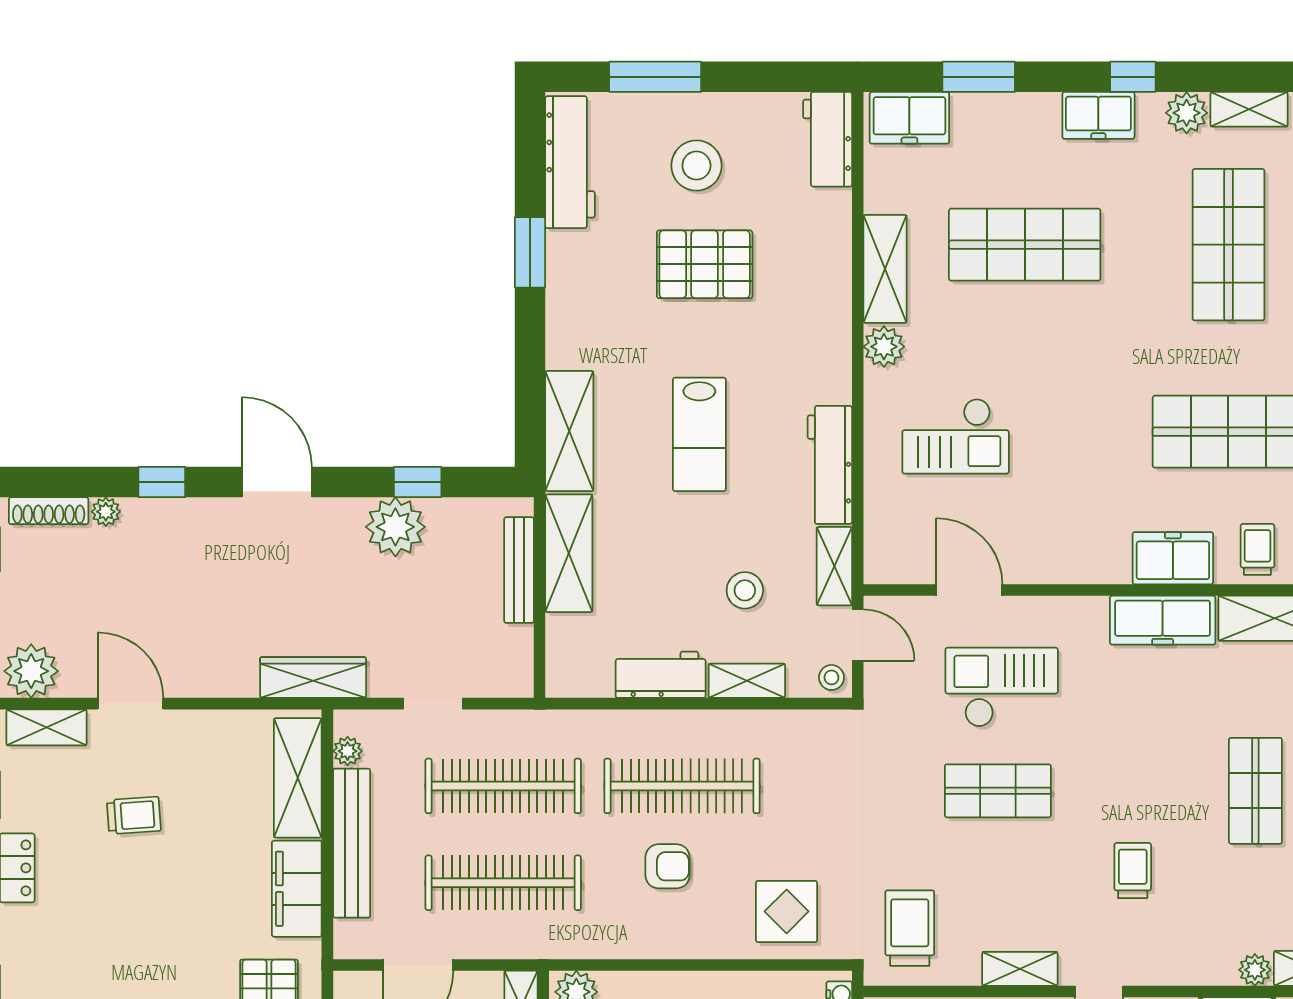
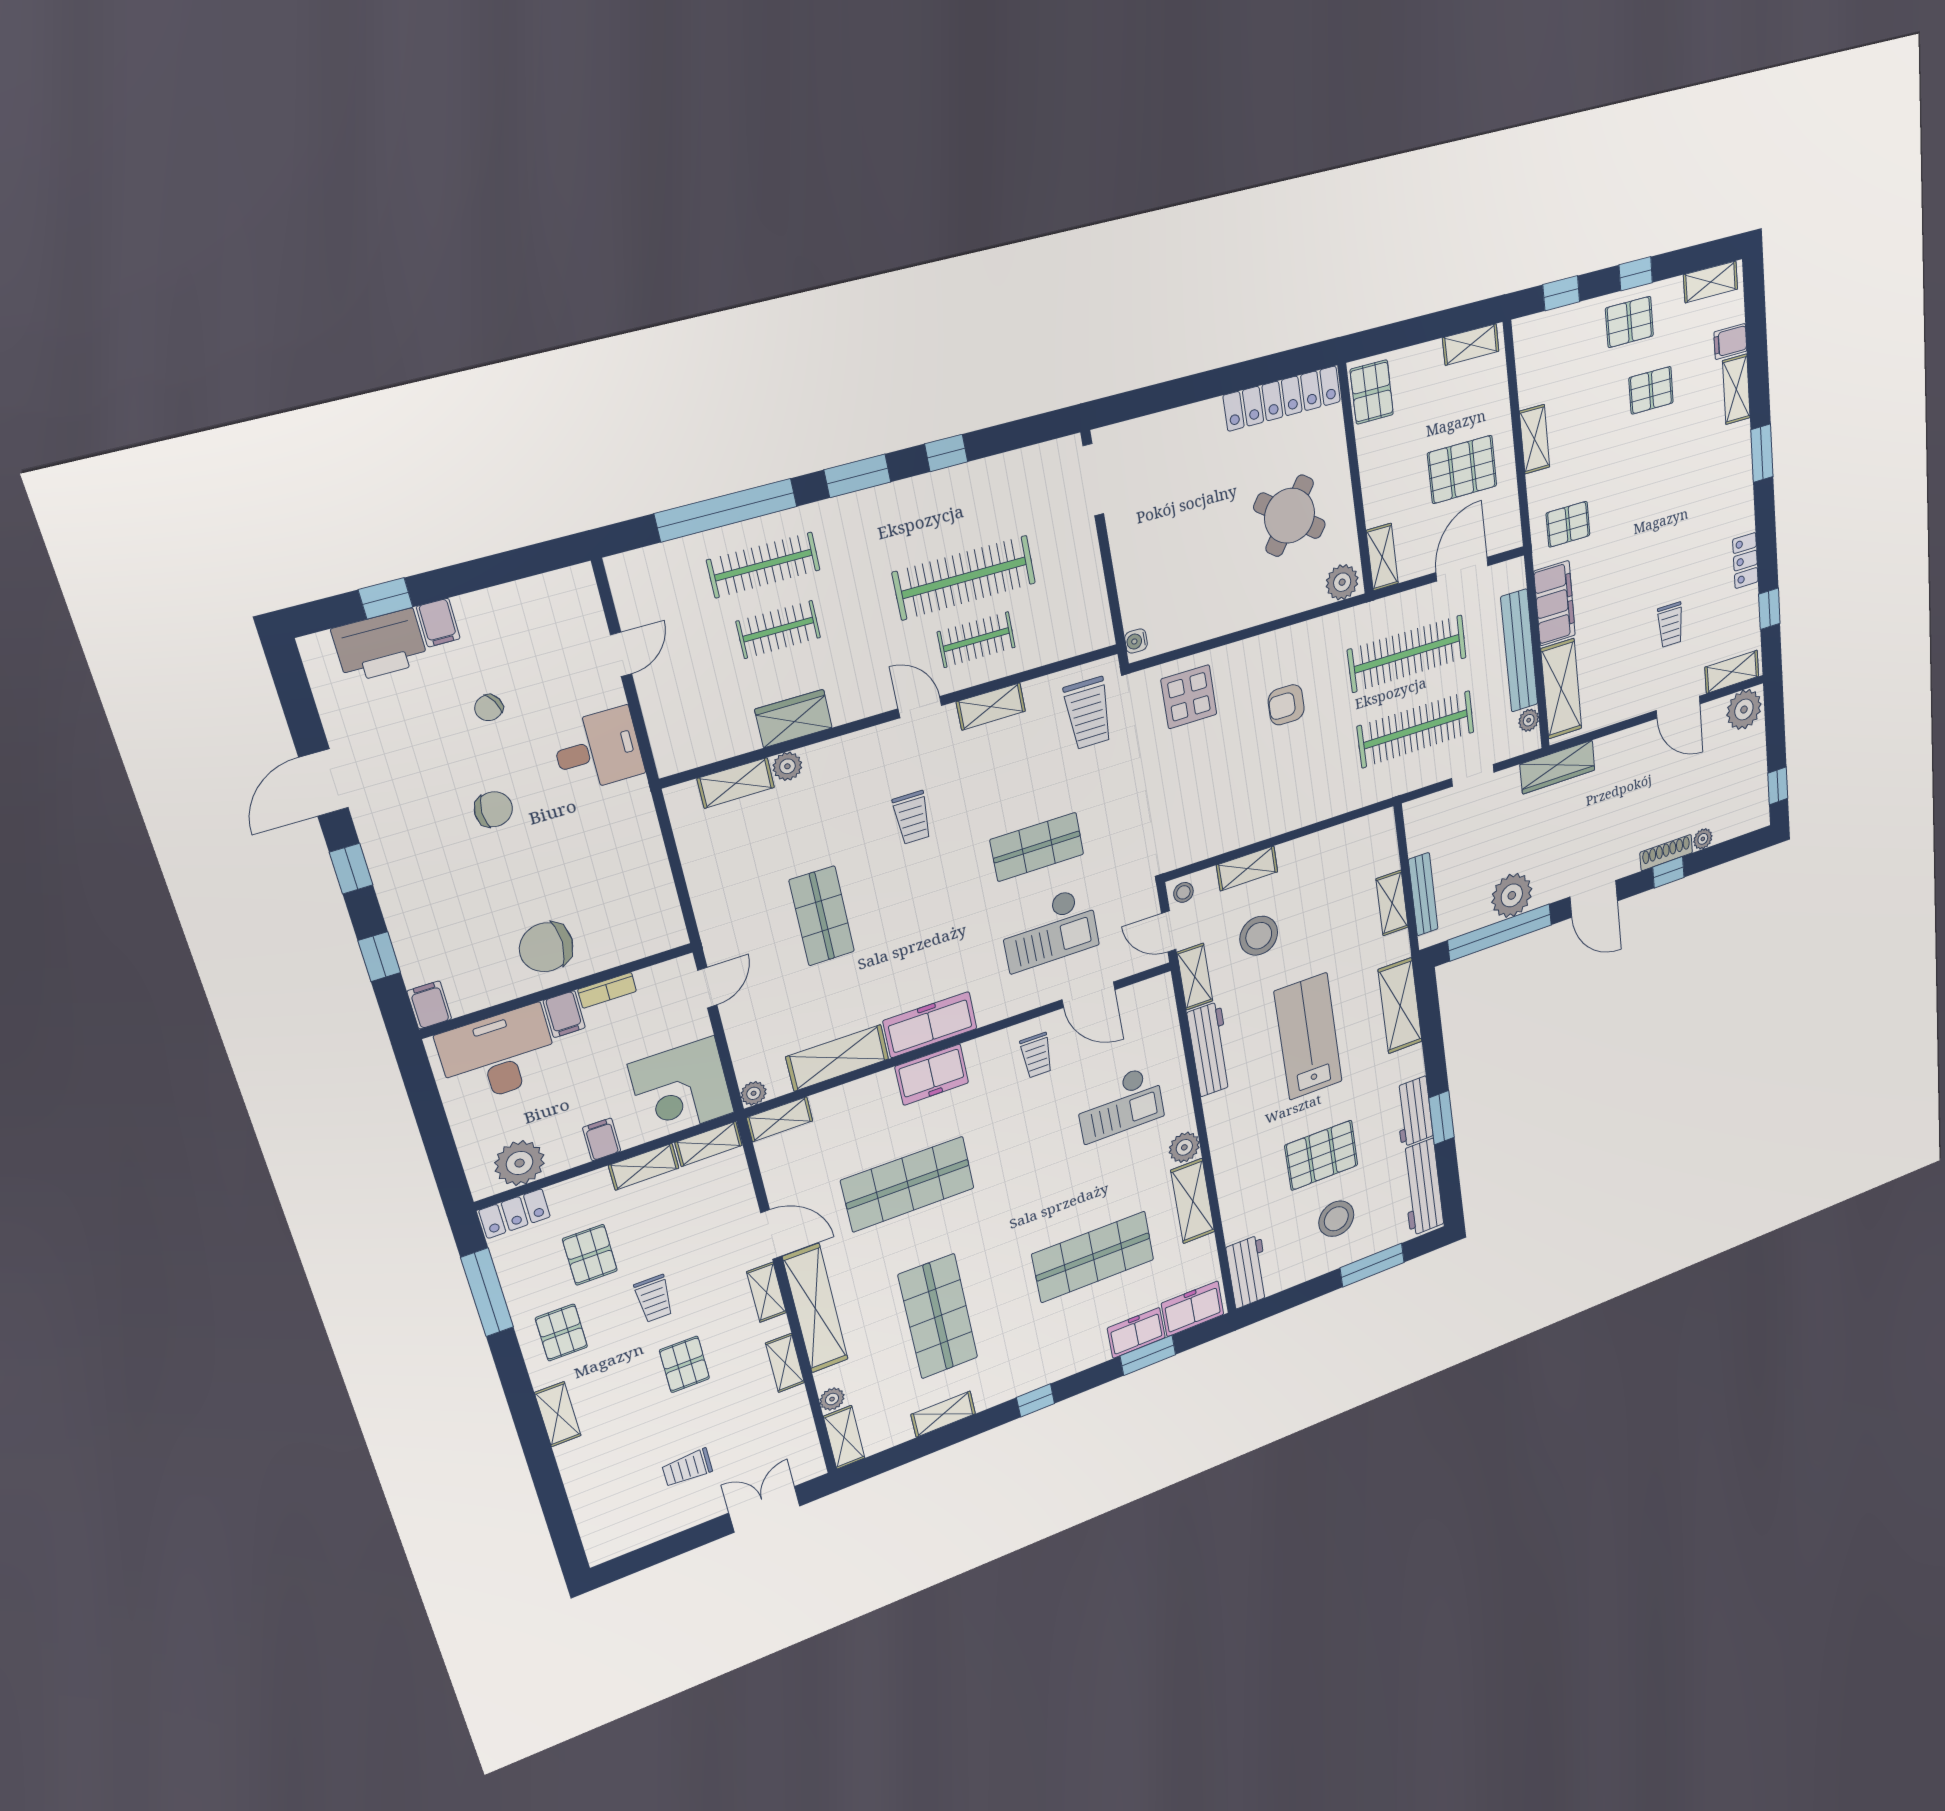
plant: (1187, 113) -> (990, 1393), removed
freezer: (1098, 115) -> (1136, 1333), moved
lab bench: (699, 434) -> (1308, 1037), width x1.36, depth x1.39
checkout: (956, 436) -> (1120, 1104), turned 180
window: (418, 482) -> (1500, 932), width x3.17
shoe rack: (49, 511) -> (1666, 853), moved
trolley: (1257, 549) -> (1037, 1055), moved
shelving: (569, 553) -> (1392, 903), width x0.67, depth x0.75
stool: (745, 590) -> (1259, 936), width x1.38, depth x1.38
workbench: (661, 675) -> (1414, 1112), moved, turned 90
clothes rail: (682, 786) -> (1284, 772), removed
trolley: (134, 815) -> (1670, 625), turned -86

